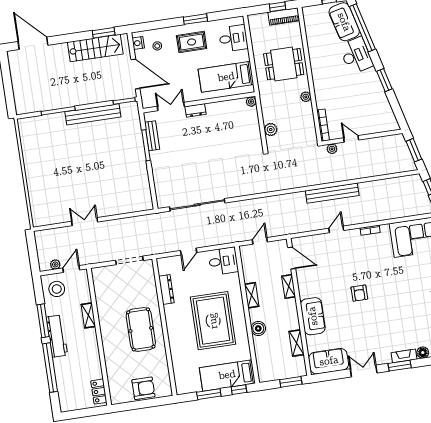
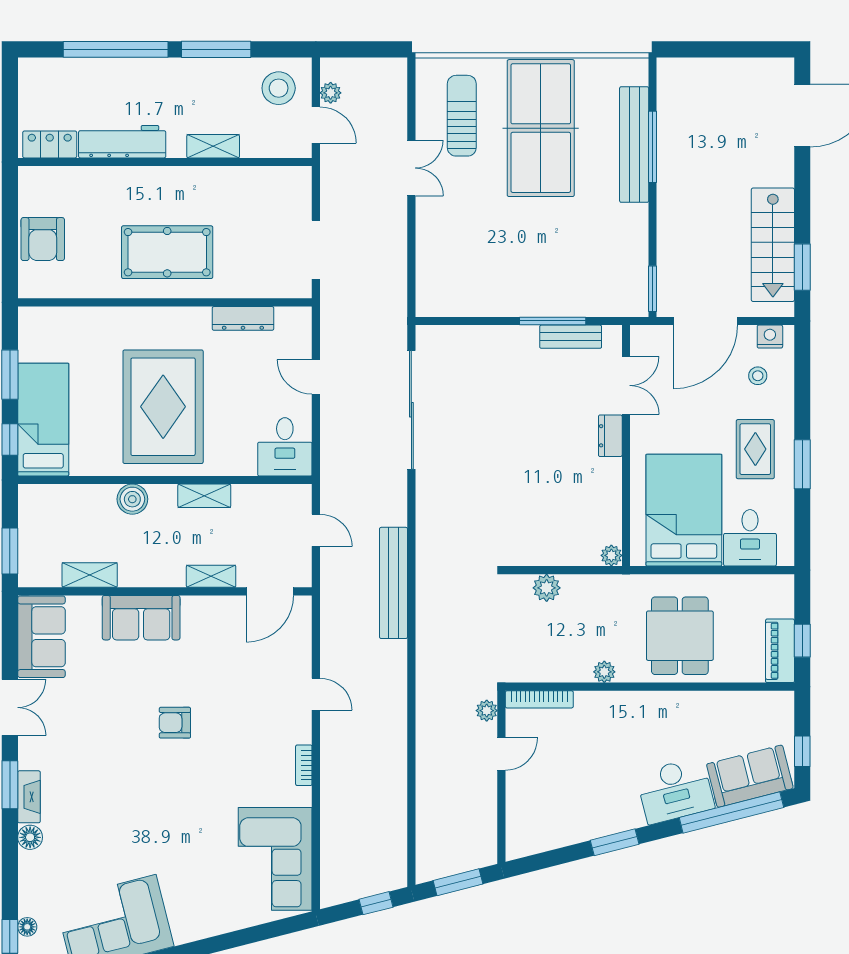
bed: (226, 77) -> (684, 510), width x1.50
bench: (93, 114) -> (634, 145), moved
table tennis table: (57, 164) -> (541, 128), added
bench: (332, 193) -> (394, 583), moved
sun lounger: (57, 202) -> (462, 116), added
rug: (213, 321) -> (163, 407), turned 90
workbench: (57, 336) -> (122, 142), moved, turned 180

